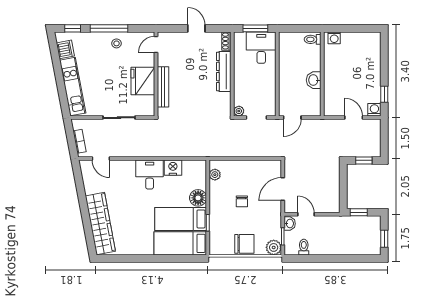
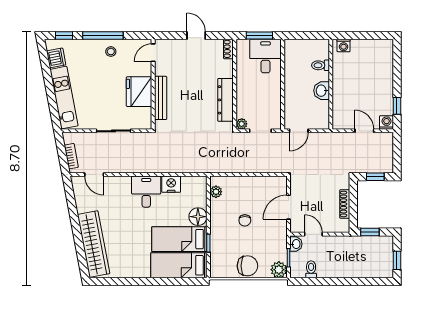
toilet: (313, 39) -> (320, 65), moved
dresser: (224, 71) -> (225, 100), moved
shoe rack: (335, 186) -> (345, 204), added

